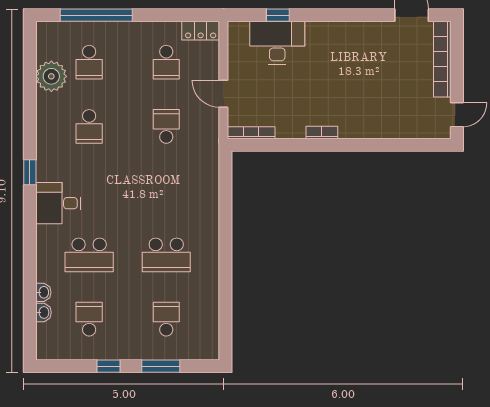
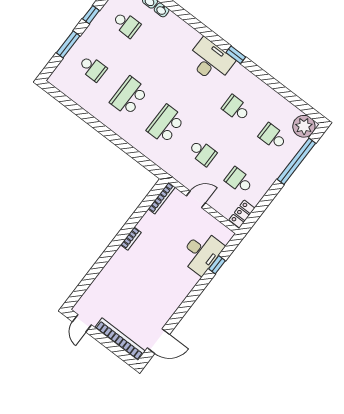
plant: (51, 76) -> (304, 126), moved
desk: (58, 203) -> (210, 61), width x1.37
school desk: (89, 255) -> (166, 124), moved

